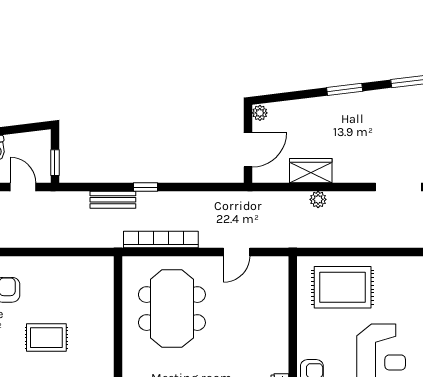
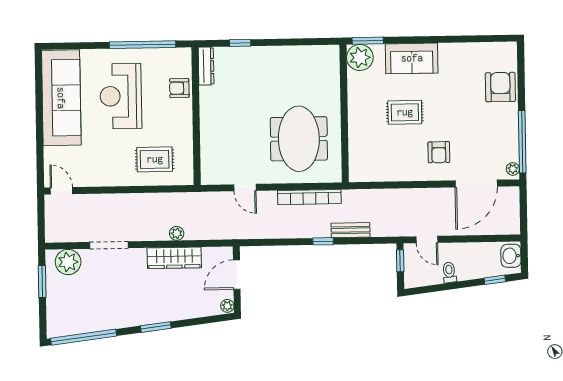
wardrobe: (311, 171) -> (174, 258), width x1.50
door: (237, 252) -> (245, 188), swing flipped
rug: (343, 287) -> (155, 159), width x0.73, depth x0.70

